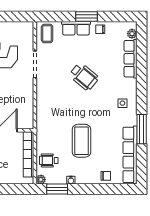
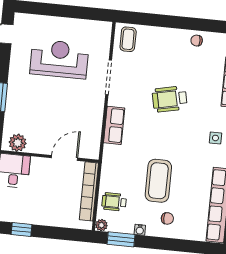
window: (86, 17) -> (181, 23), removed
row of seats: (76, 28) -> (114, 125), moved, turned -90
wheelchair: (84, 77) -> (170, 99), turned 129
chair: (106, 176) -> (167, 218), moved

